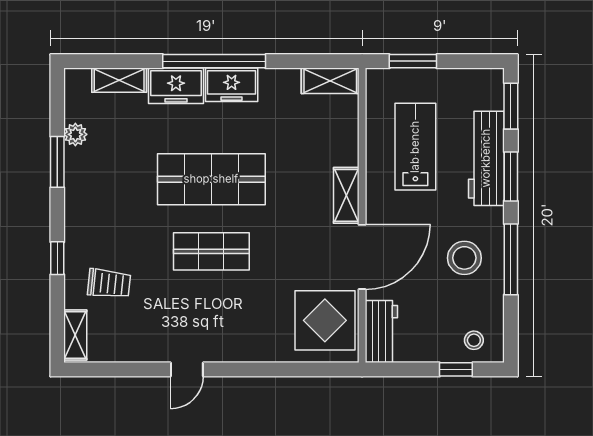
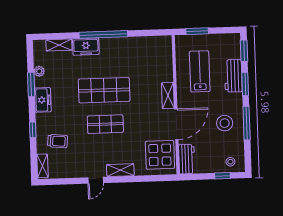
shelving: (330, 81) -> (120, 170), moved
freezer: (232, 85) -> (43, 100), moved, turned -90
workbench: (486, 158) -> (233, 76), width x0.73

